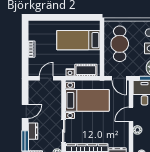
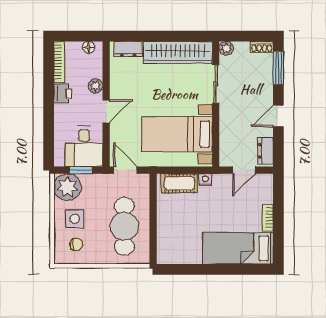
bed: (78, 40) -> (238, 248), moved, turned 180
dresser: (33, 131) -> (266, 151), moved

